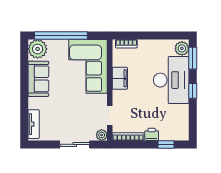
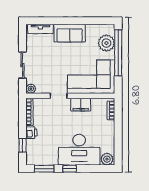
plant: (38, 49) -> (106, 43), moved
window: (193, 58) -> (44, 169), moved
sofa: (38, 79) -> (70, 33), moved
doorway: (110, 116) -> (59, 96), moved

